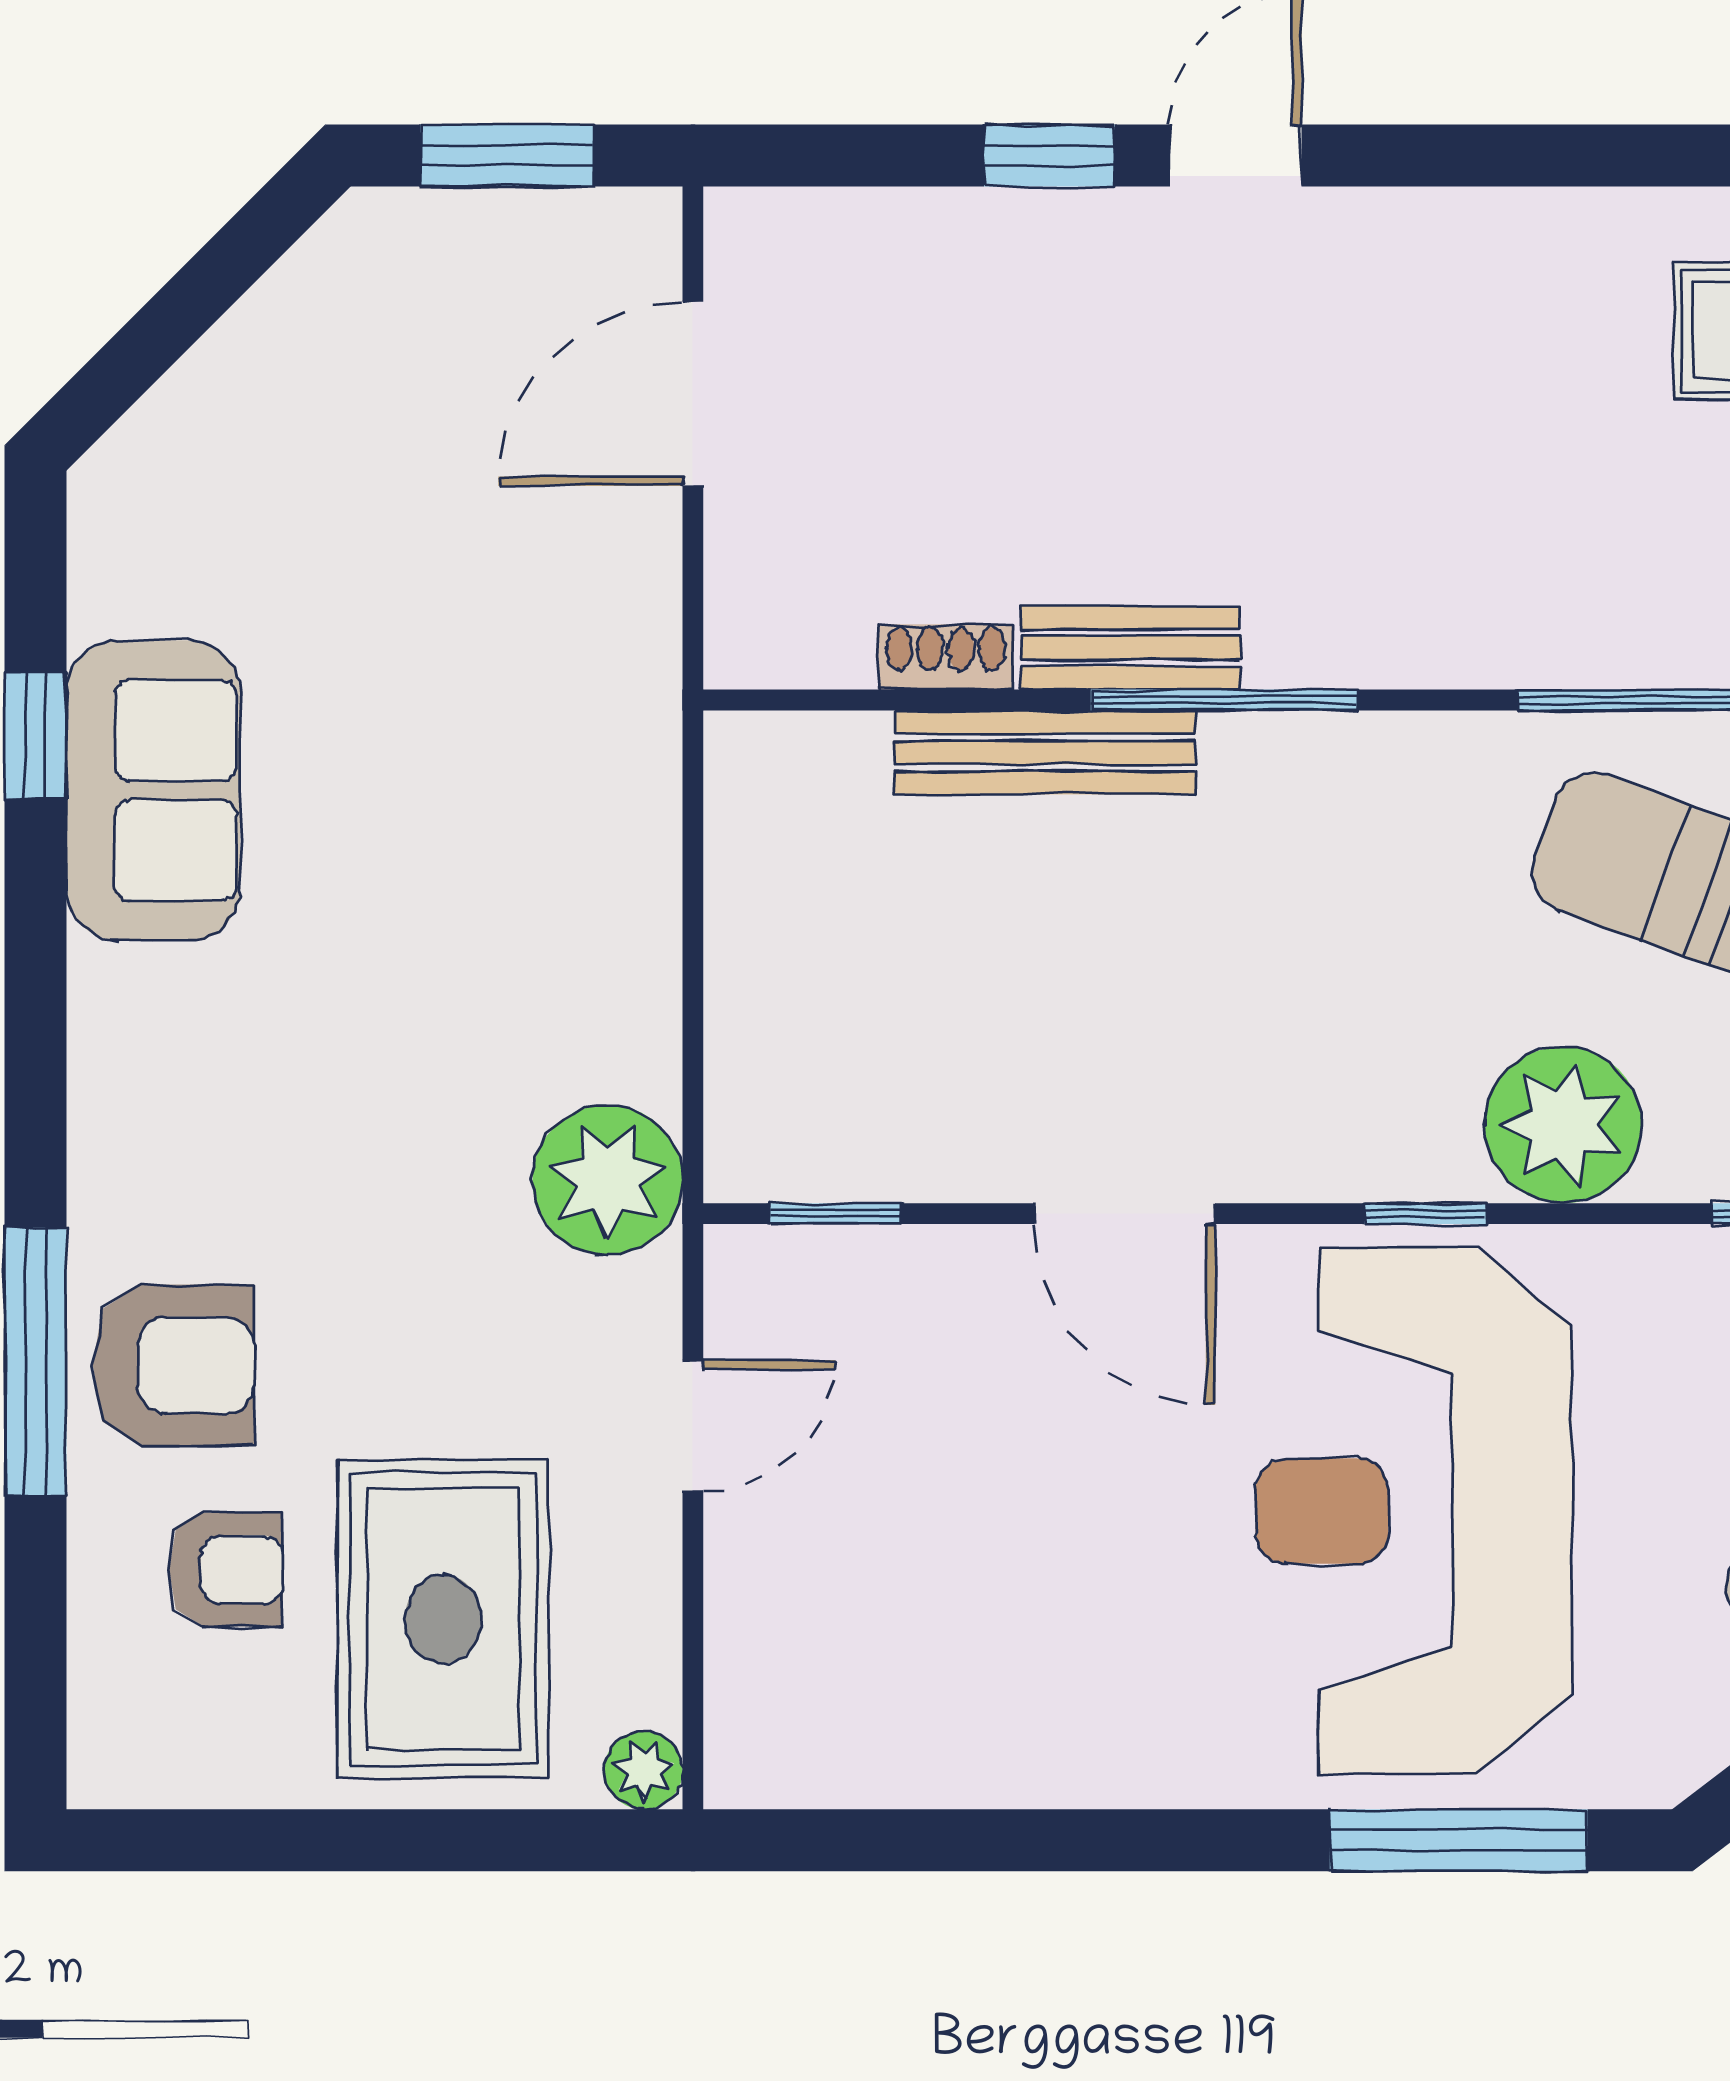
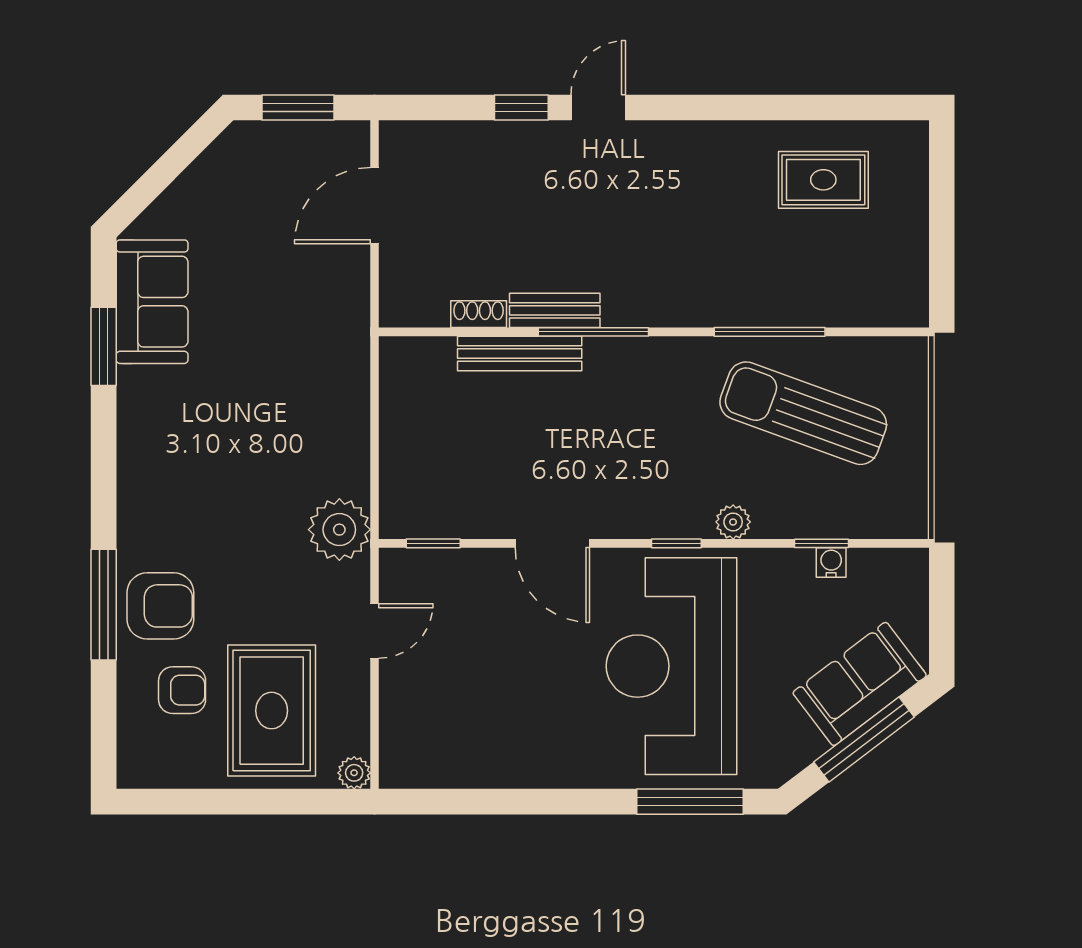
window: (36, 735) -> (104, 346), width x1.50
sofa: (153, 790) -> (152, 302), moved
plant: (1563, 1125) -> (733, 522), width x0.53, depth x0.53

